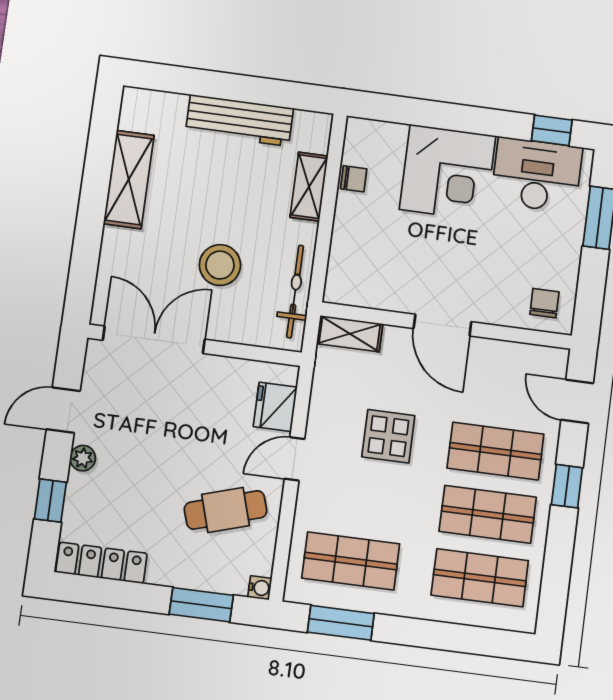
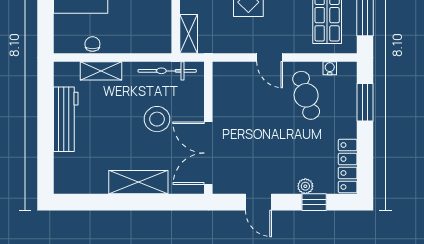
shelving: (129, 180) -> (138, 182), moved
fridge: (275, 407) -> (239, 73), removed
plant: (83, 458) -> (305, 186), moved
water cooler: (260, 588) -> (330, 68), moved

